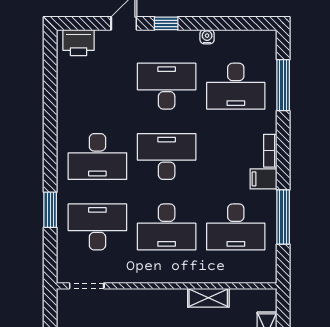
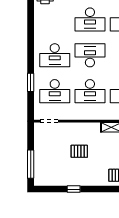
desk: (167, 86) -> (90, 19), turned 180
desk: (97, 227) -> (55, 91), turned 180

